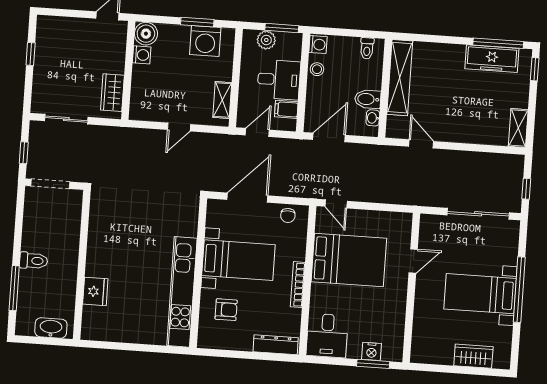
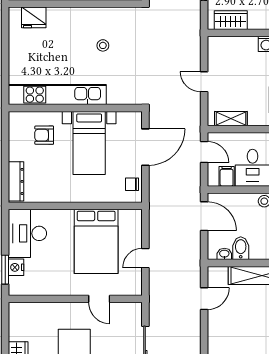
door: (247, 198) -> (145, 147), hinge flipped
door: (336, 204) -> (145, 258), moved
stool: (131, 237) -> (103, 45), added
bookcase: (298, 285) -> (71, 197), removed
fridge: (95, 291) -> (34, 17), moved
armchair: (226, 310) -> (44, 135), turned 90
desk: (327, 336) -> (27, 233), width x1.37

